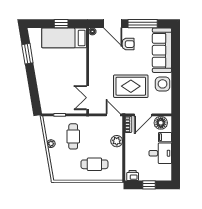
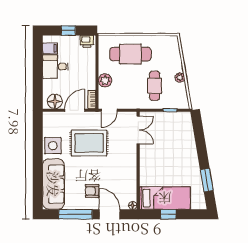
door: (113, 115) -> (109, 110), hinge flipped
filing cabinet: (165, 137) -> (50, 48), moved
cafe table: (94, 164) -> (130, 54), width x1.37, depth x1.35

